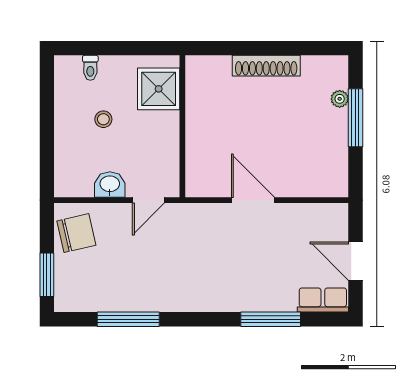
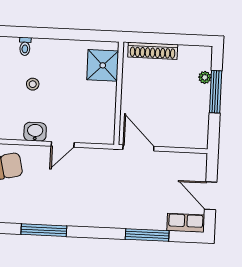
shower: (159, 89) -> (103, 65), moved
wall: (182, 126) -> (119, 93), moved

